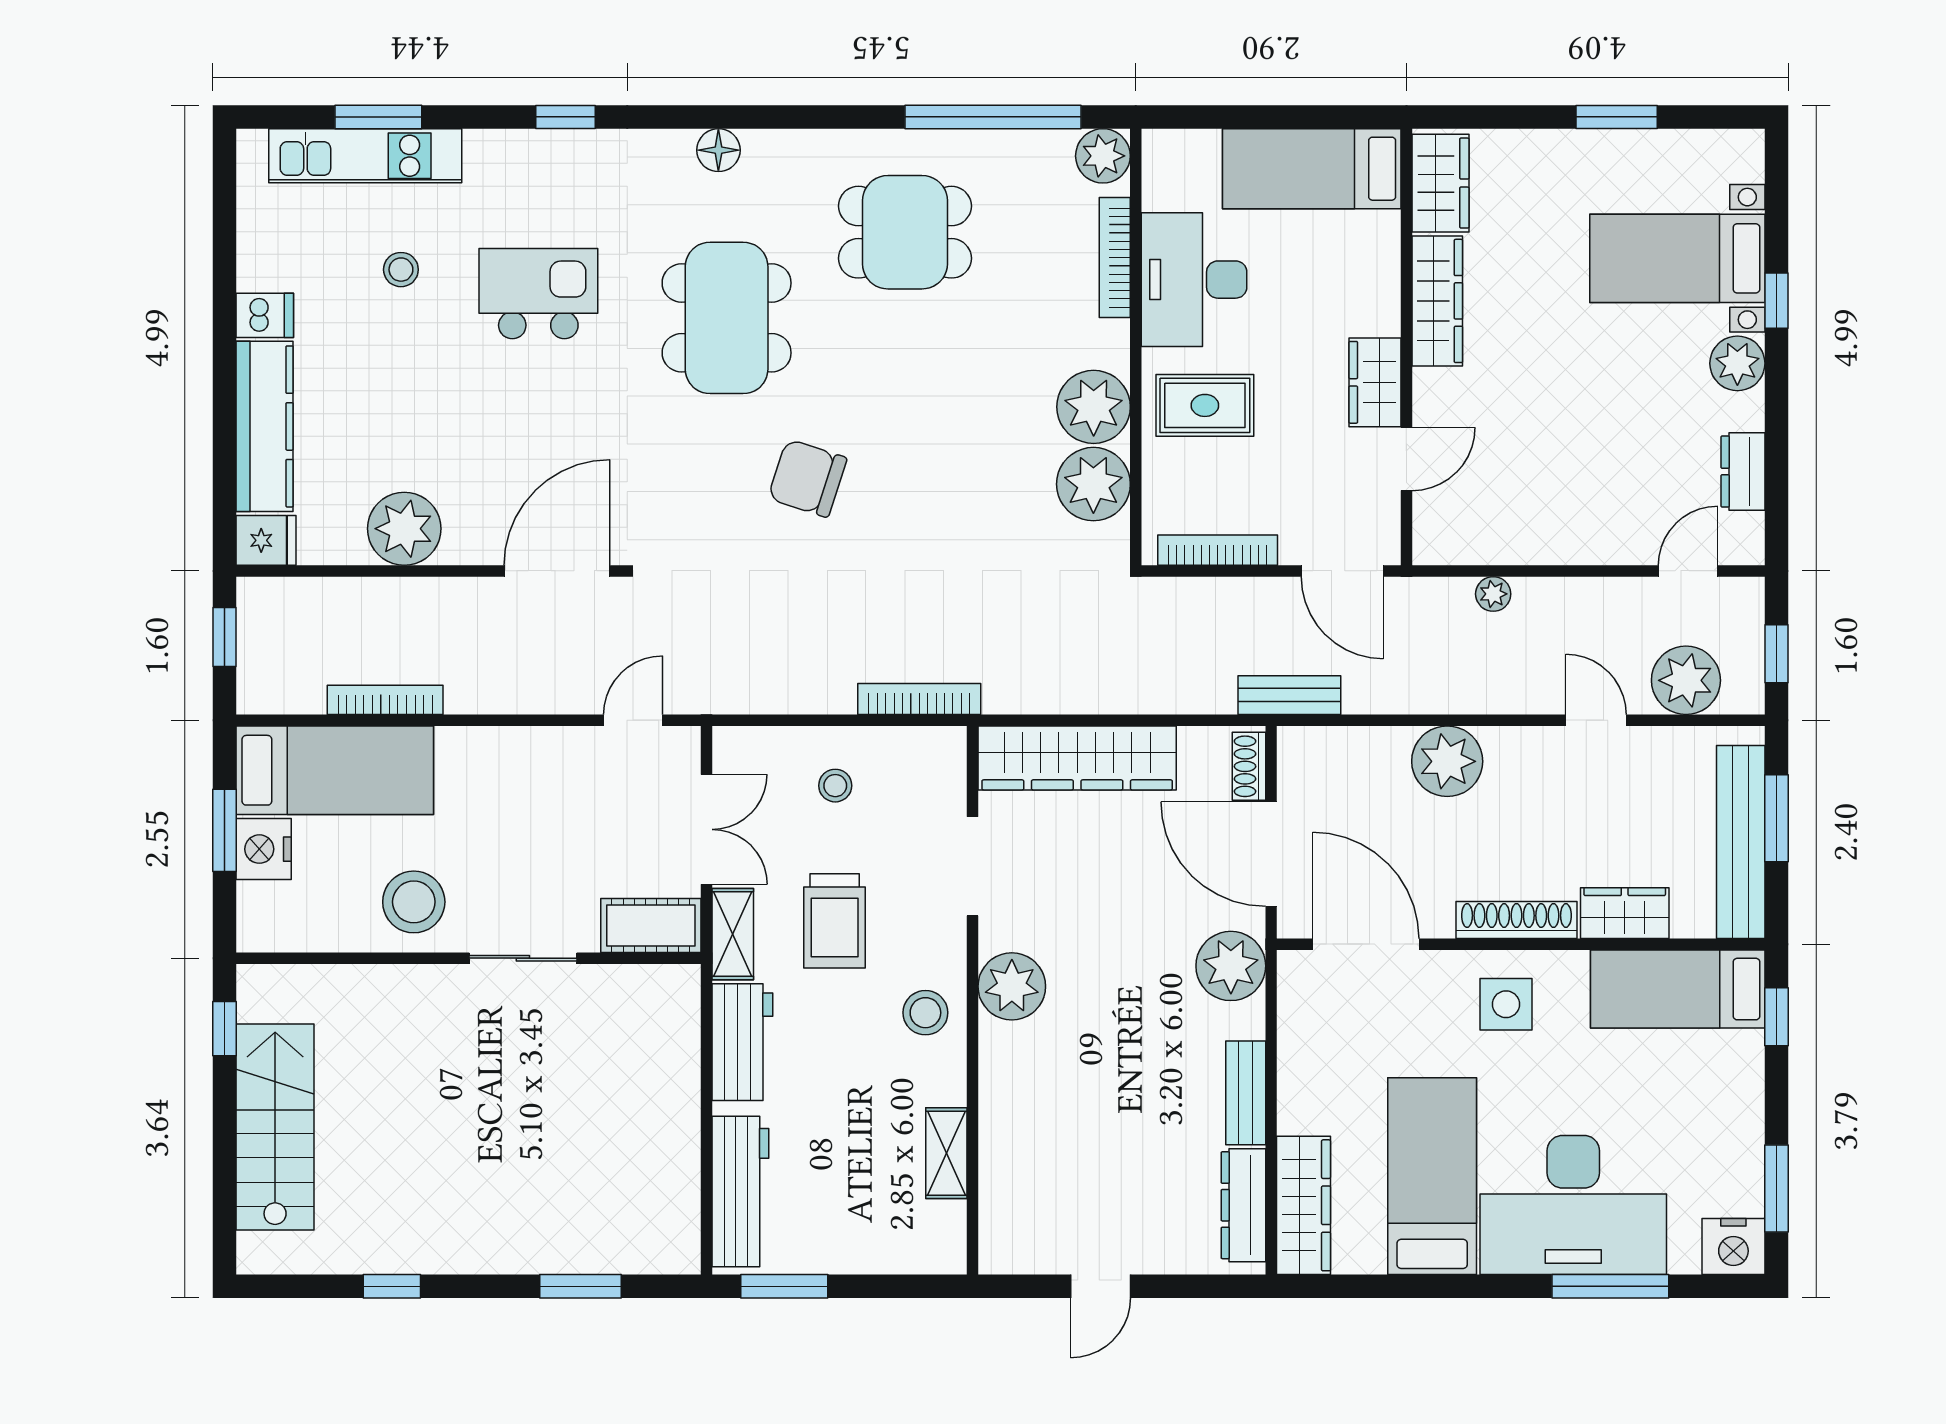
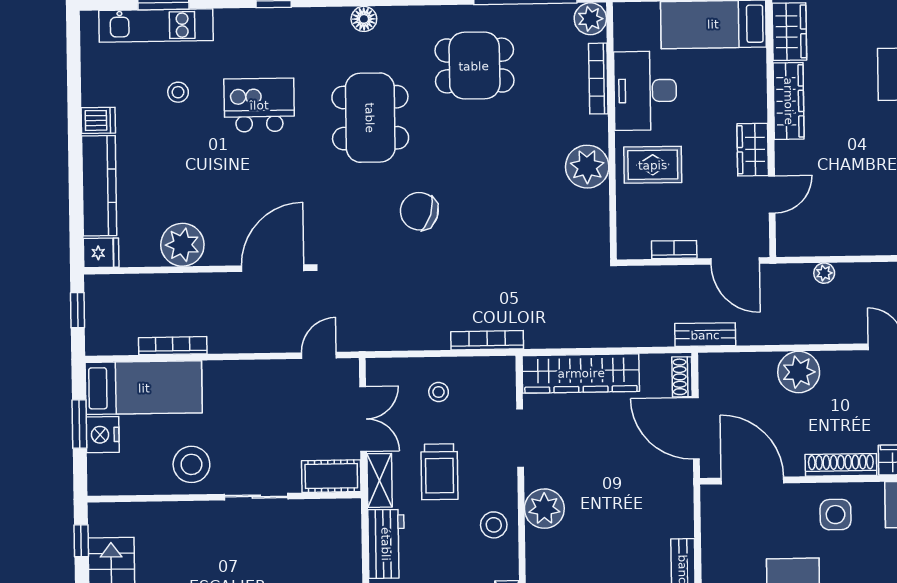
plant: (1093, 484) -> (588, 212), removed
bookcase: (1218, 550) -> (674, 250), width x0.64
plant: (1231, 966) -> (673, 495), removed

